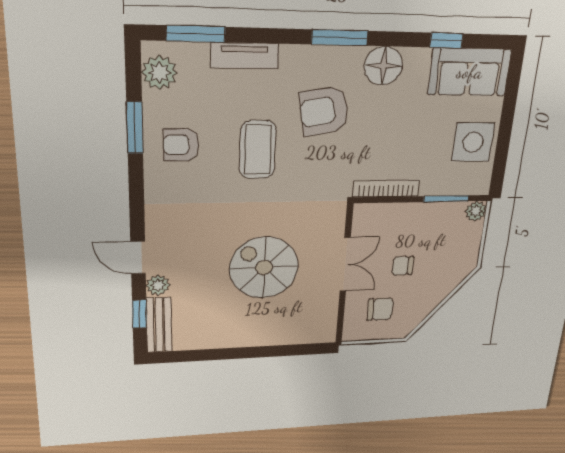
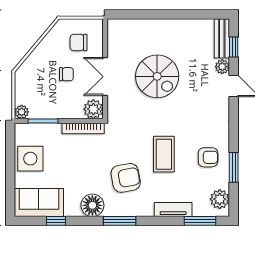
plant: (368, 217) -> (93, 109), added

